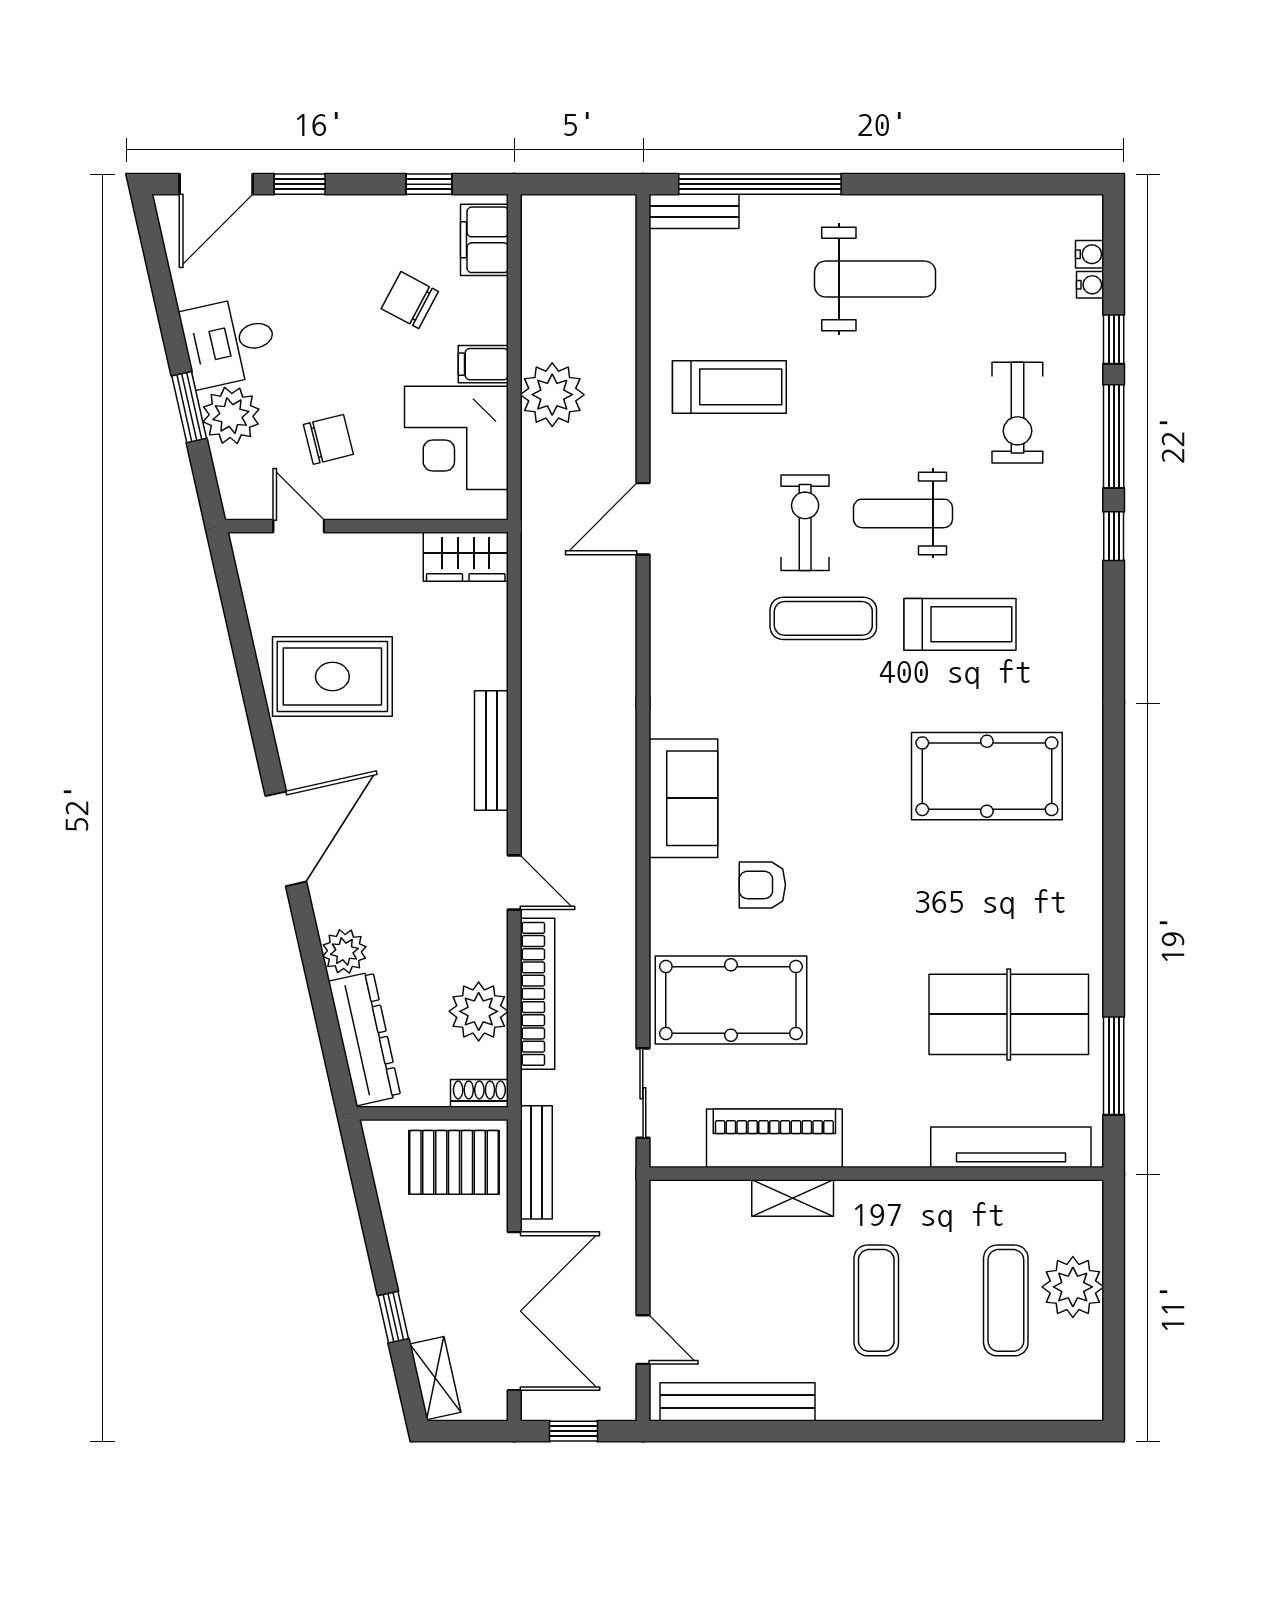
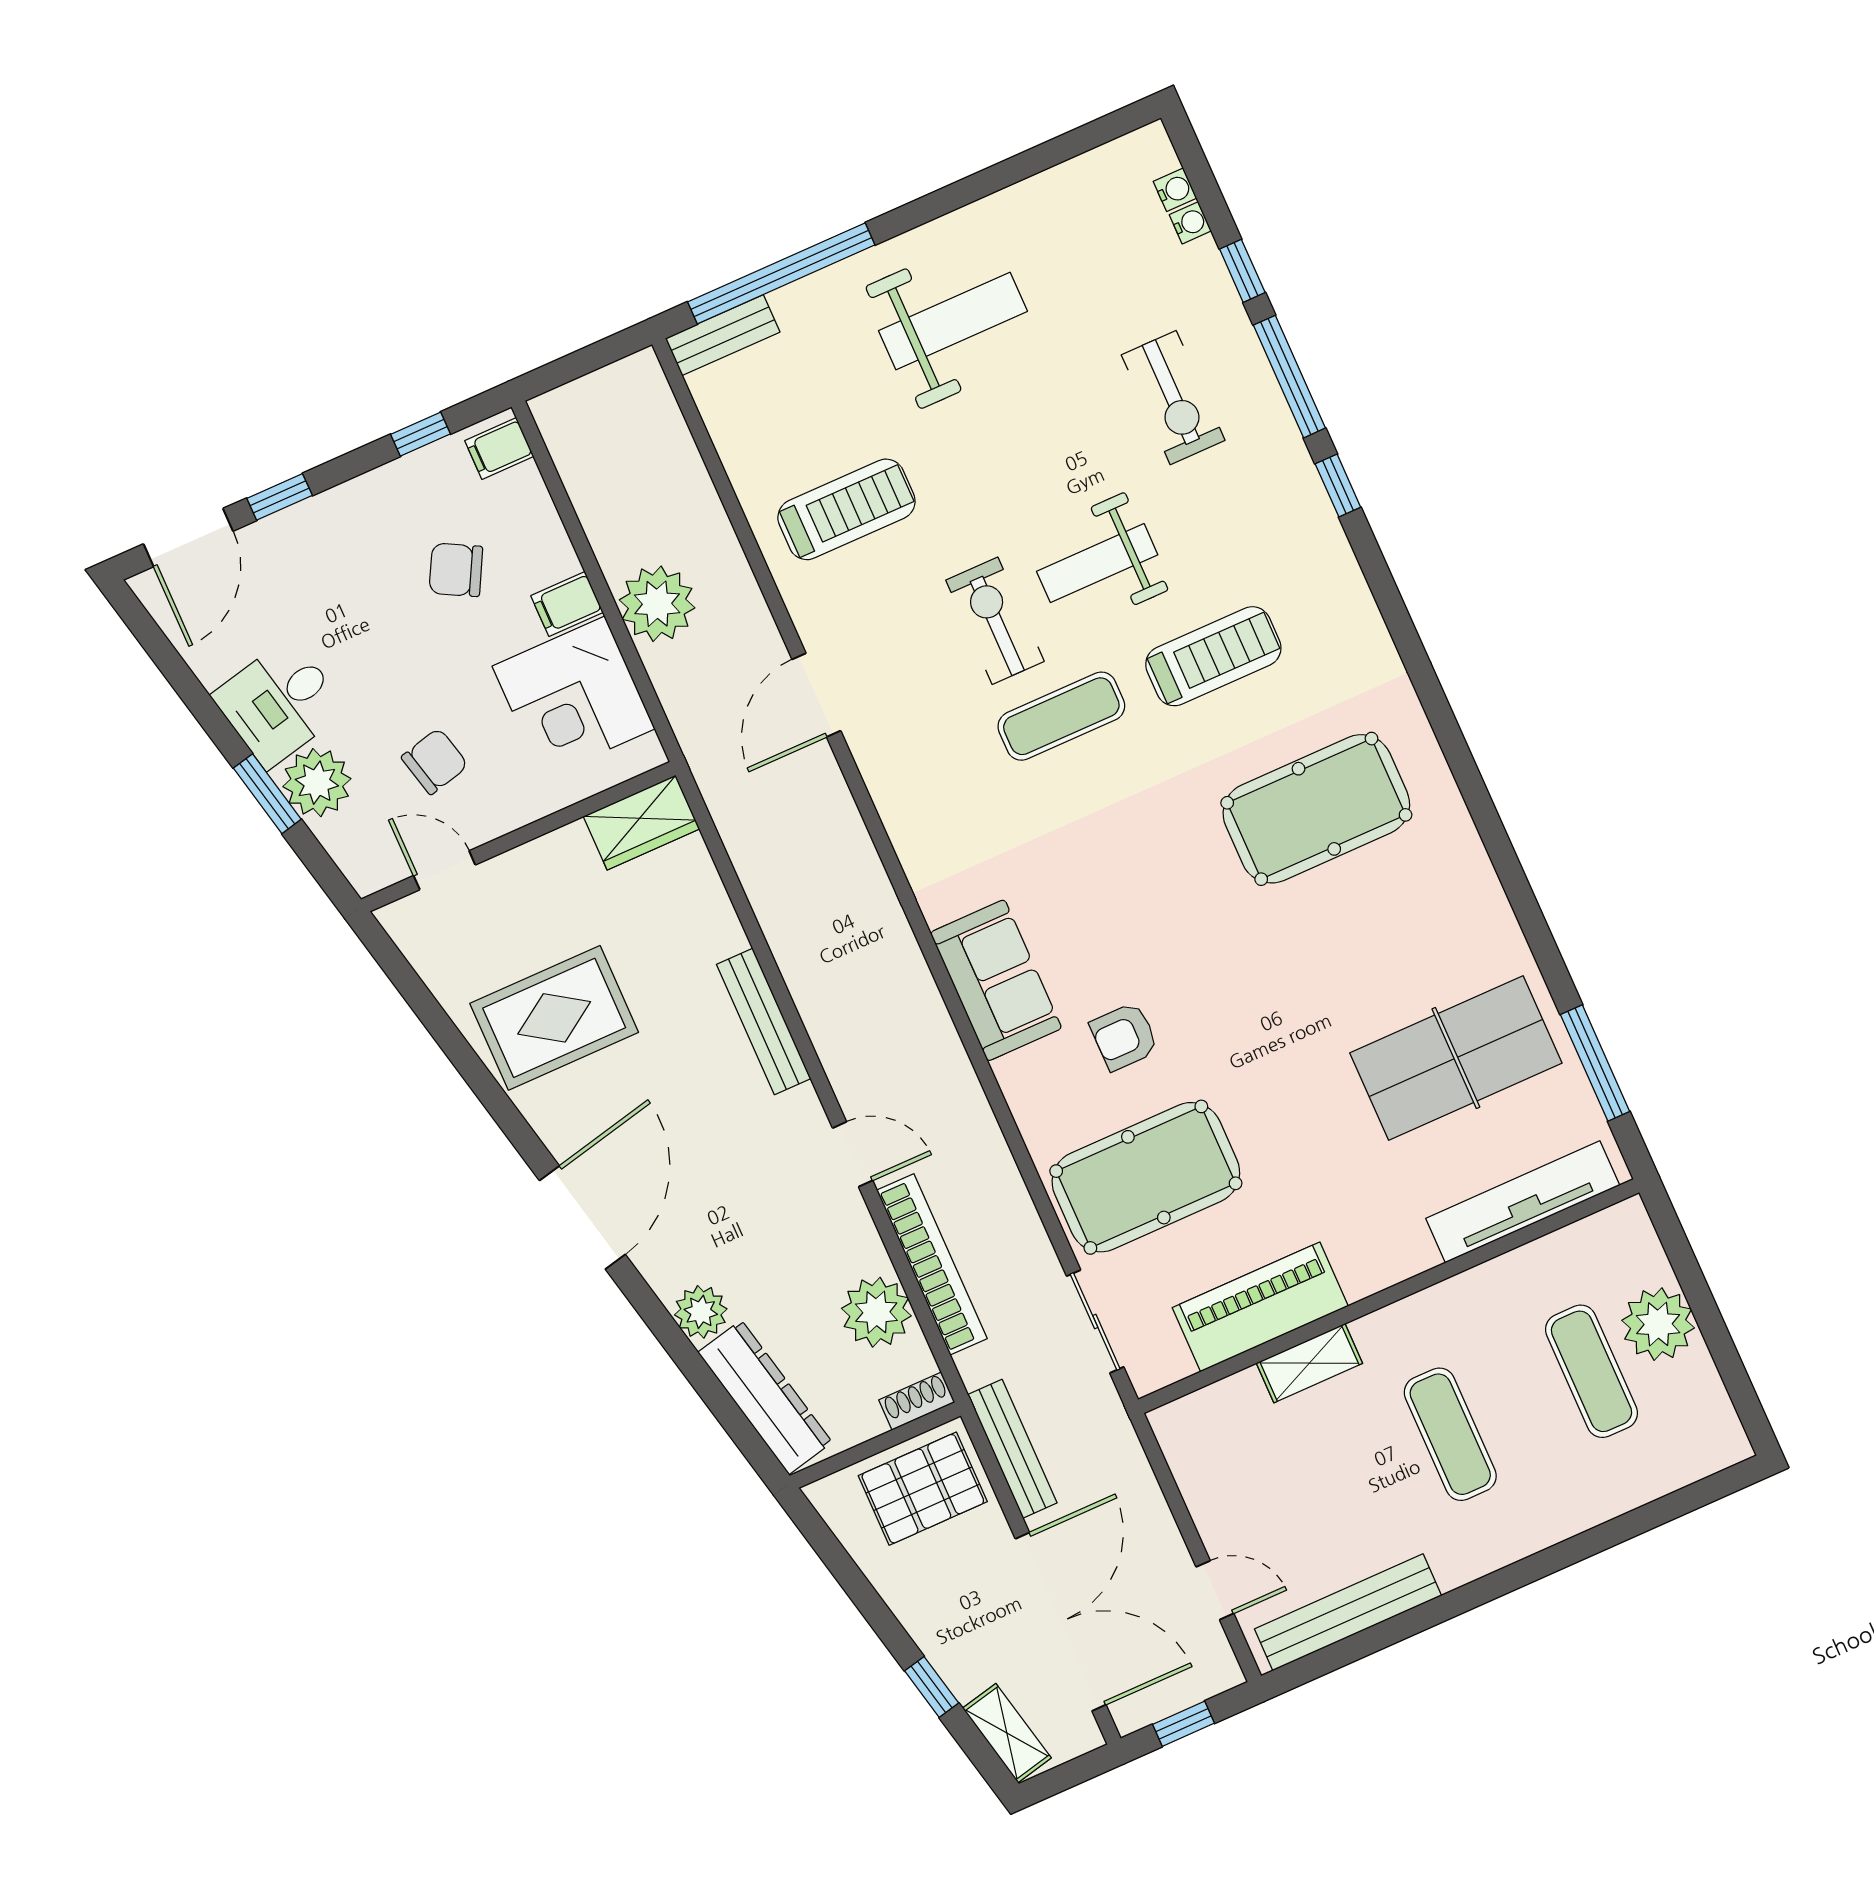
filing cabinet: (484, 240) -> (499, 448), width x0.50

